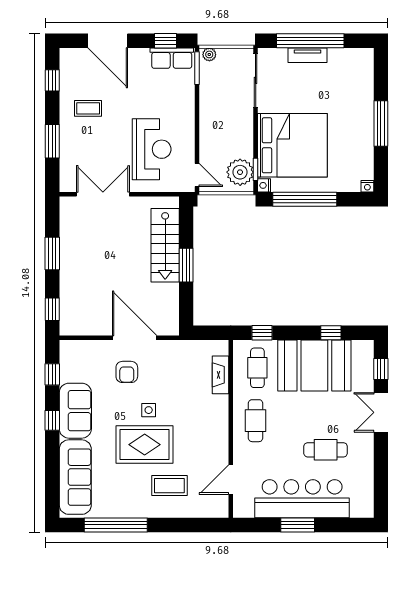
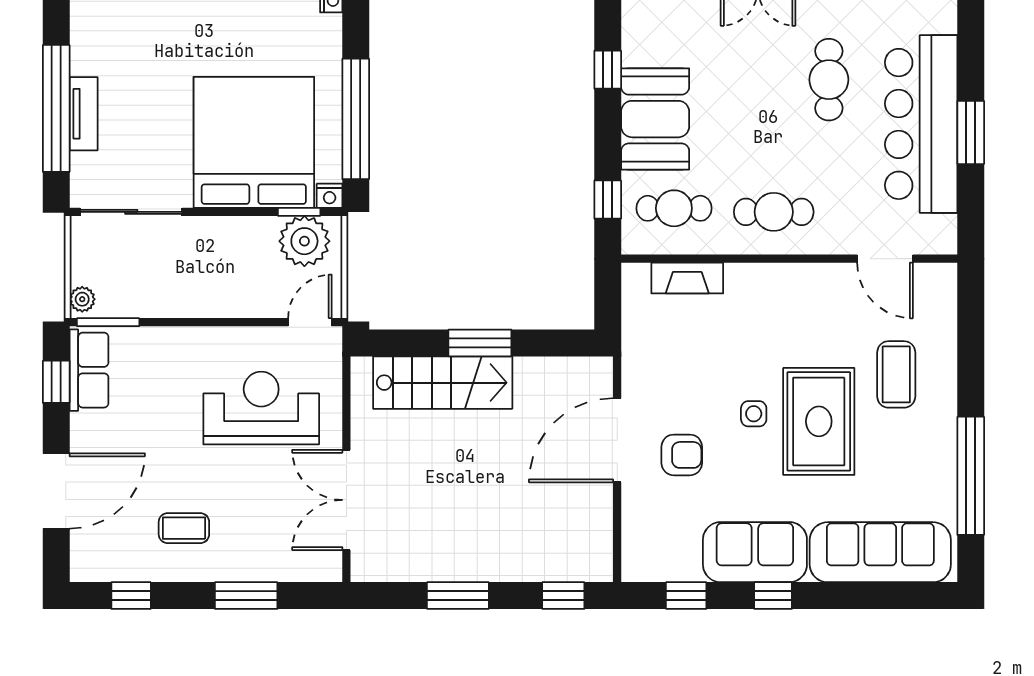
coffee table: (88, 108) -> (184, 528), turned 90
booth: (314, 365) -> (655, 119), width x0.73, depth x0.70

